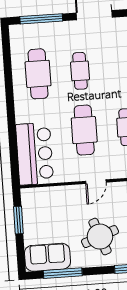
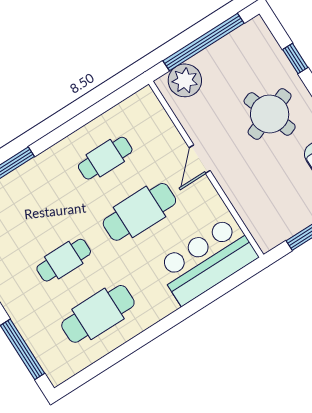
door: (96, 182) -> (200, 159), swing flipped

